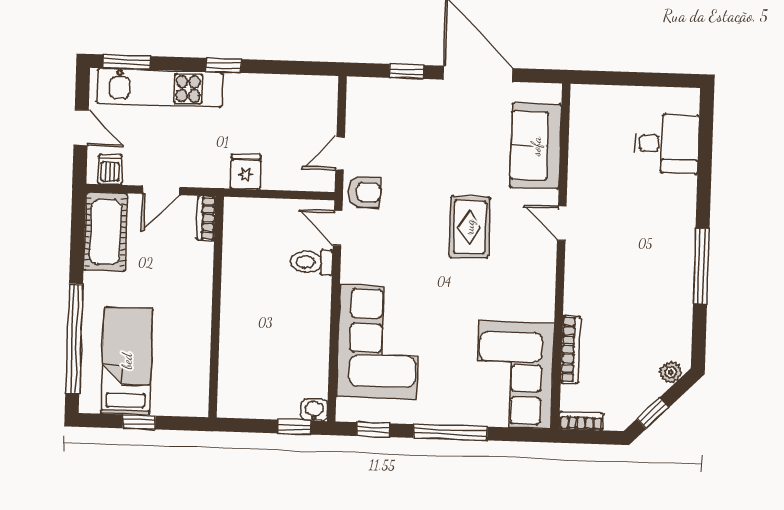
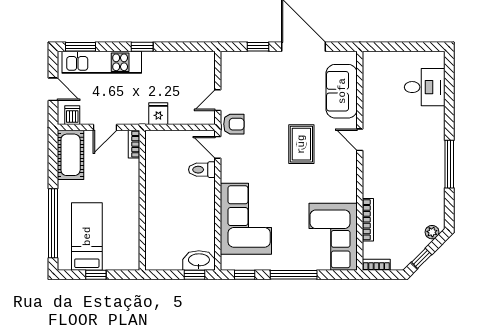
washbasin: (314, 410) -> (199, 260), width x1.91, depth x1.45

